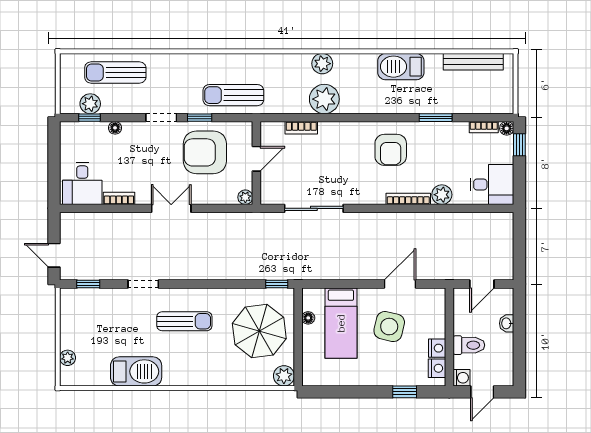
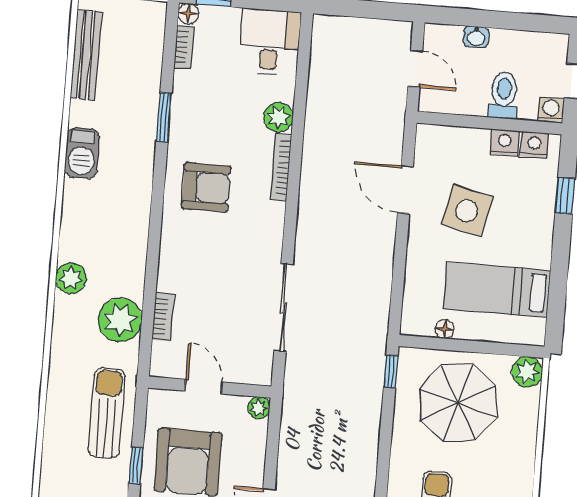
barbecue: (401, 67) -> (82, 153), width x0.73, depth x0.83
sun lounger: (233, 95) -> (107, 413), turned 180
plant: (324, 99) -> (120, 320), moved
bed: (341, 323) -> (497, 290), moved, turned 180

